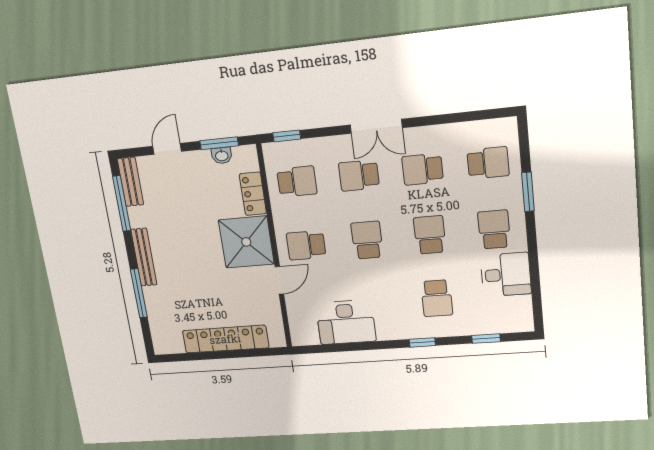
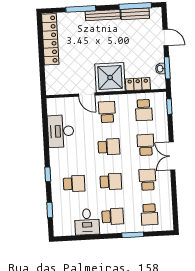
bench: (130, 182) -> (135, 14), moved
school desk: (437, 298) -> (74, 184), turned 180
locker: (225, 339) -> (50, 39), moved

